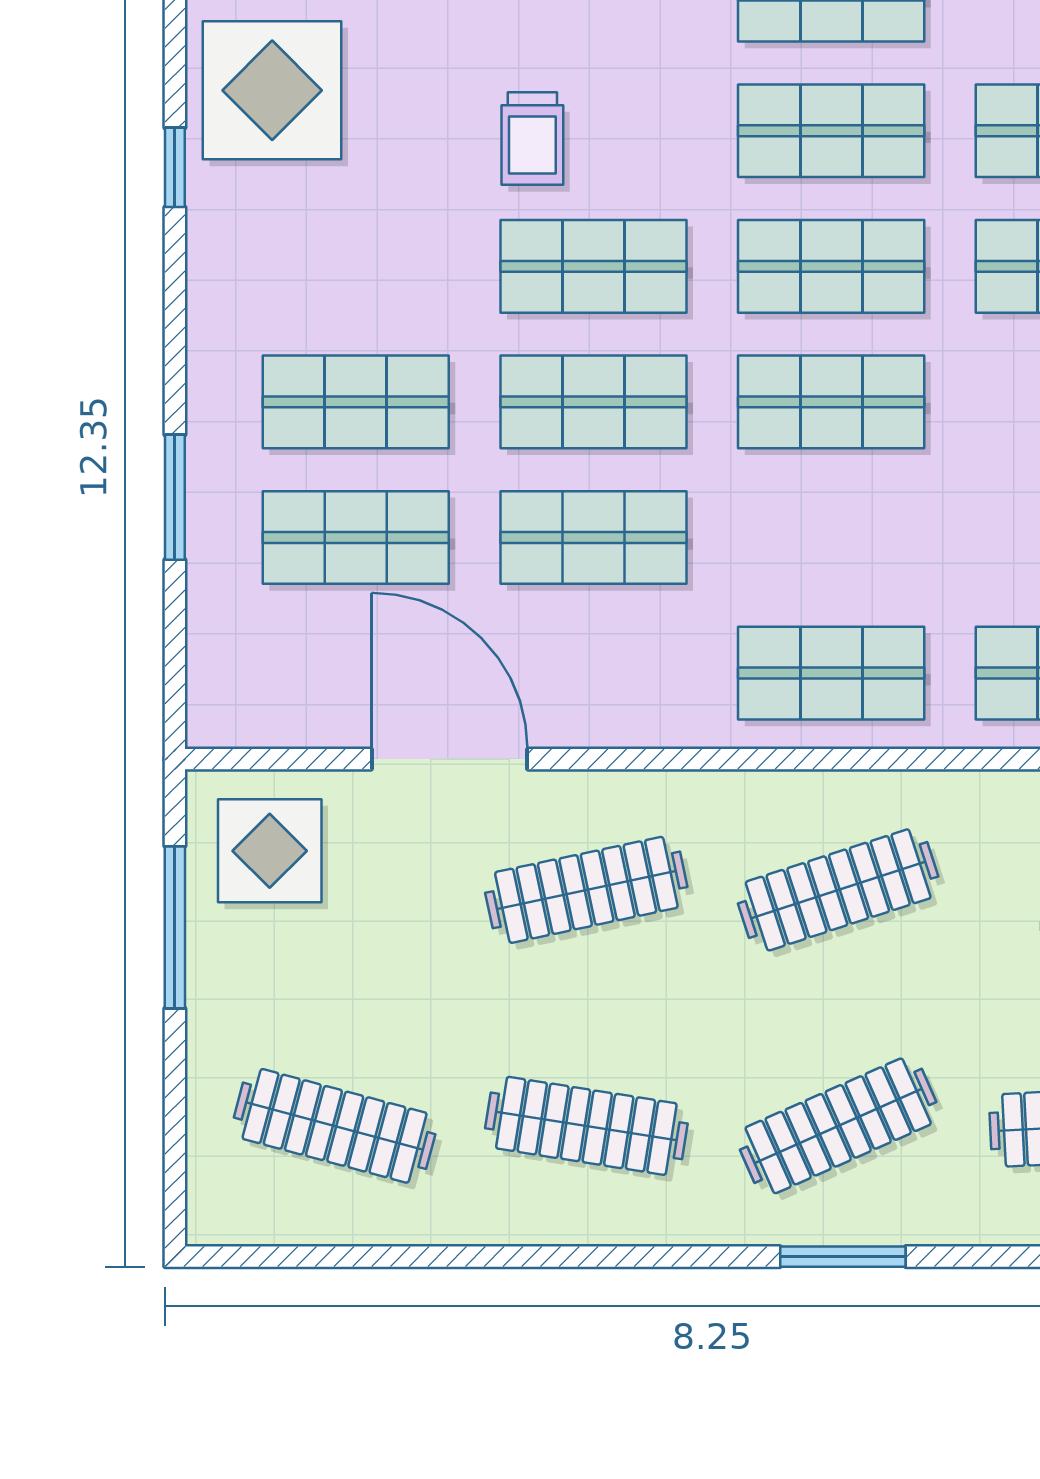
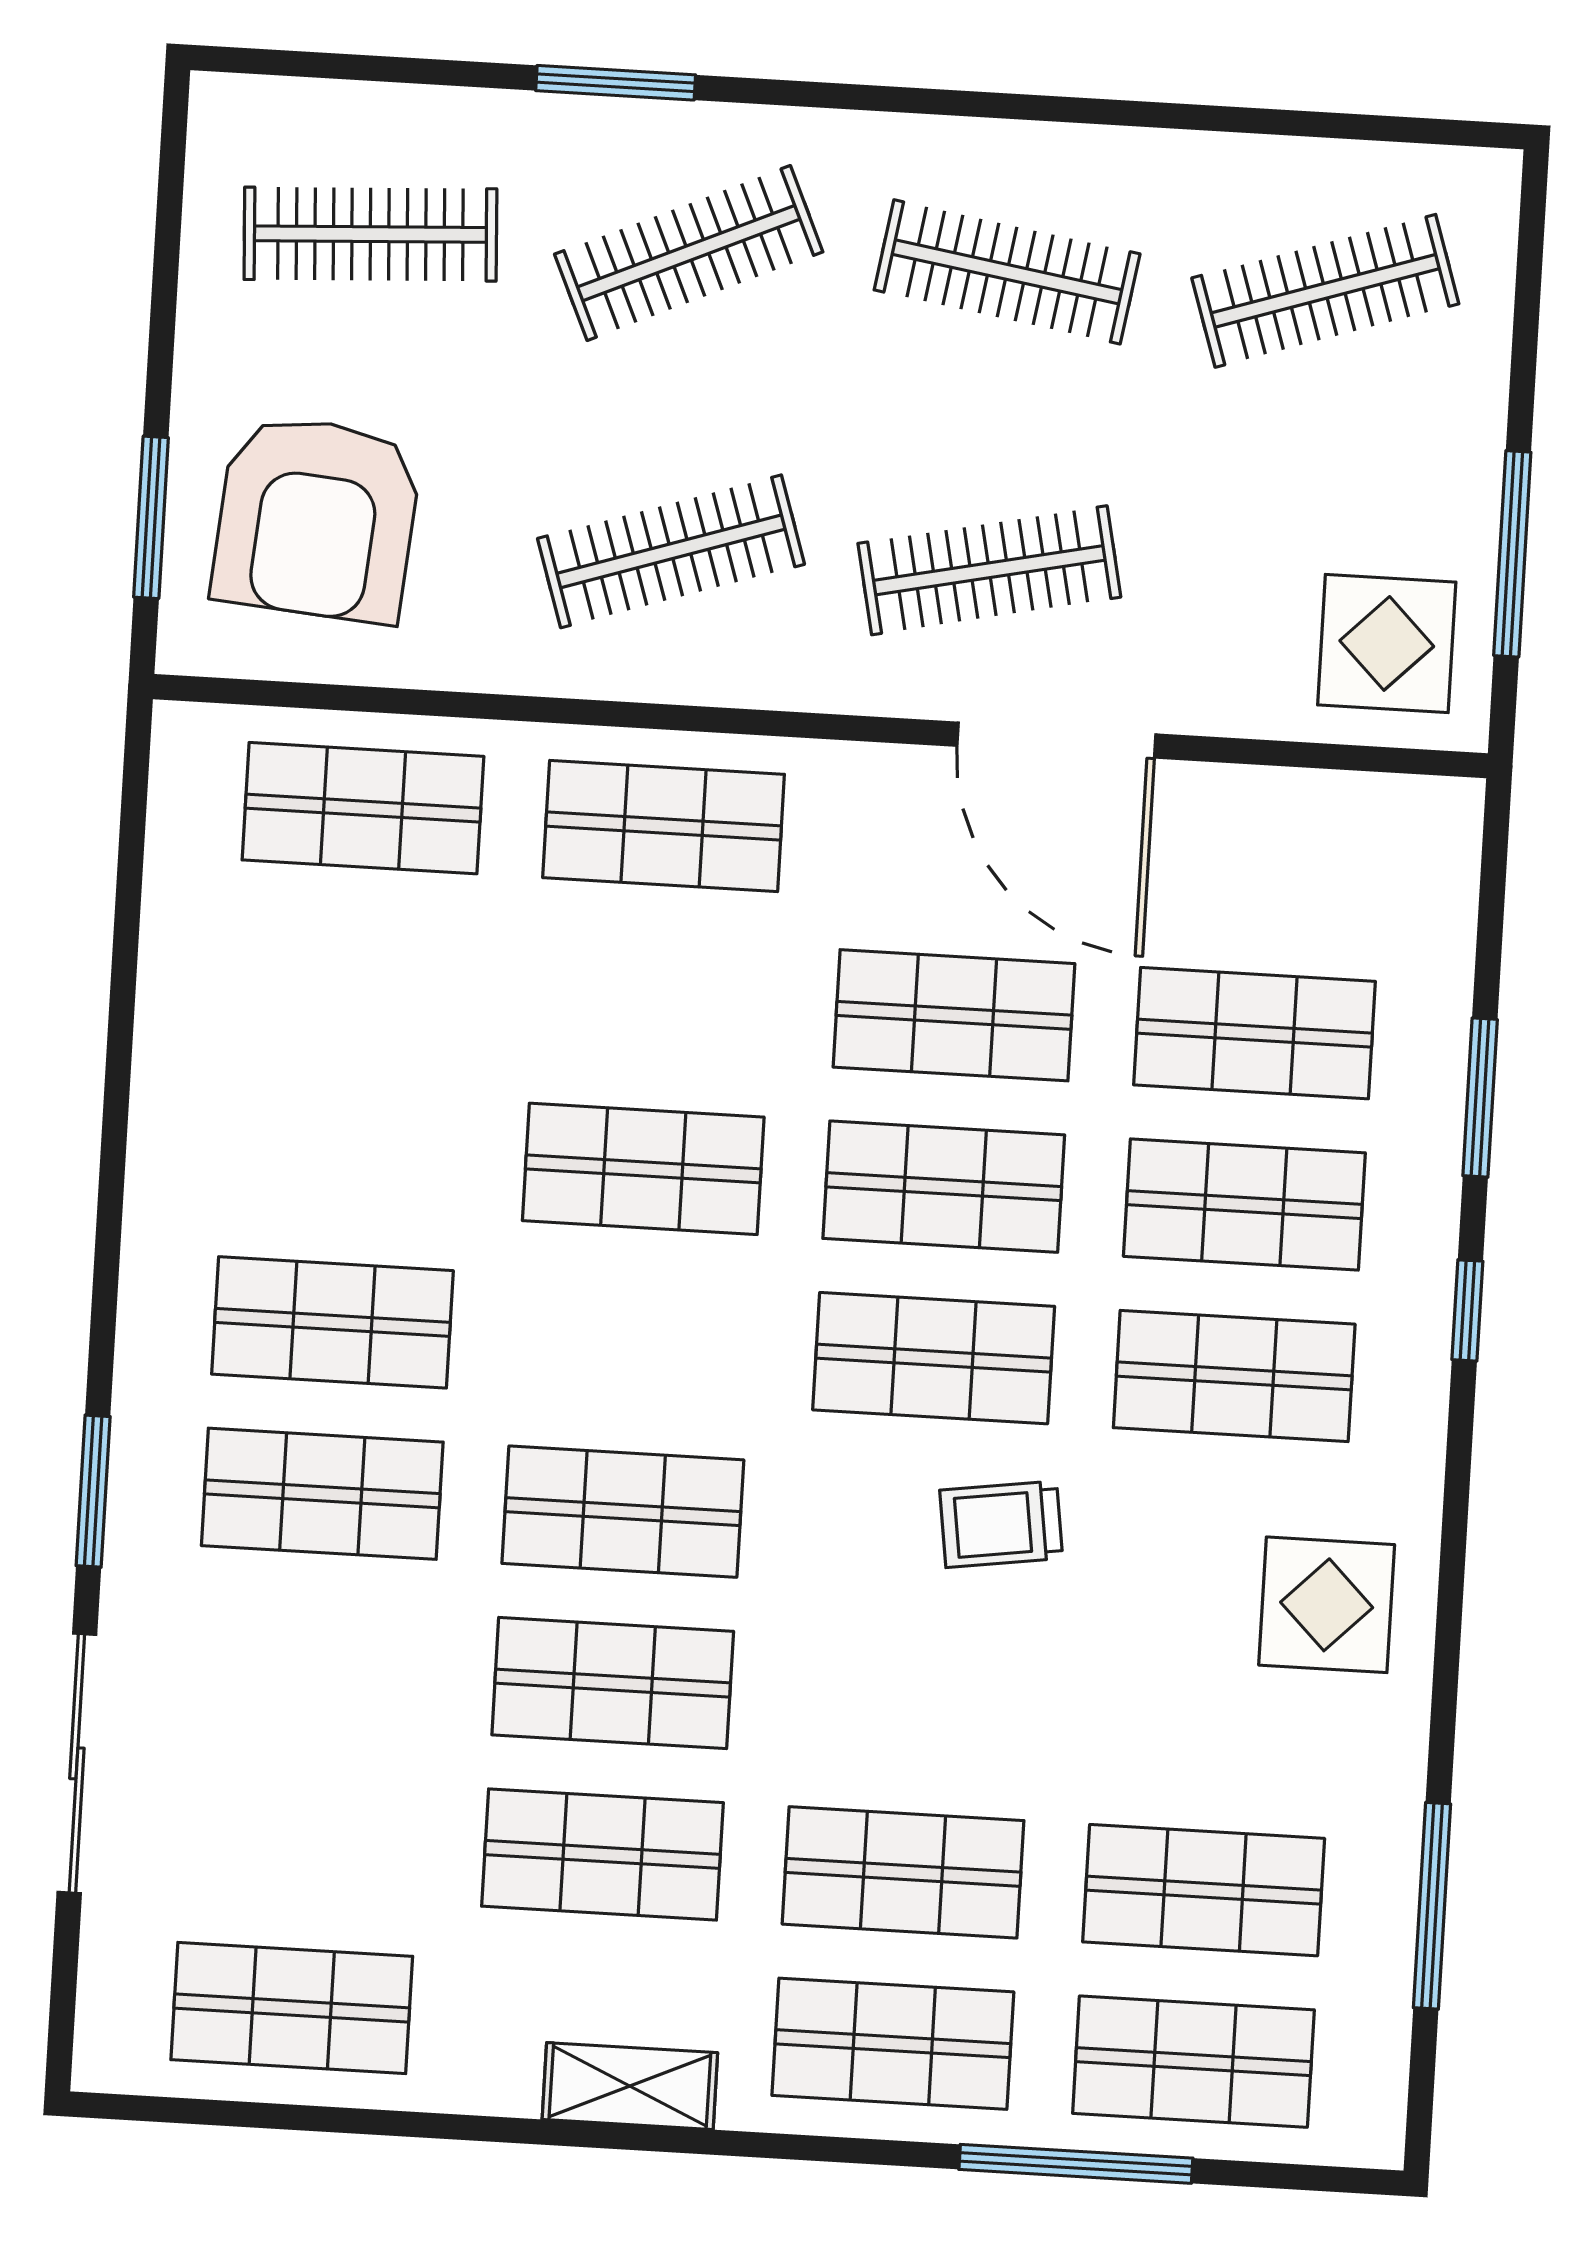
display table: (272, 90) -> (1327, 1605), width x0.73, depth x0.73
trolley: (532, 139) -> (1001, 1524), turned -98
window: (175, 167) -> (1467, 1310), moved
shop shelf: (831, 266) -> (1234, 1376), moved
door: (449, 759) -> (1056, 740), moved
clothes rail: (335, 1126) -> (1325, 291), turned -33
window: (843, 1257) -> (616, 83), moved

